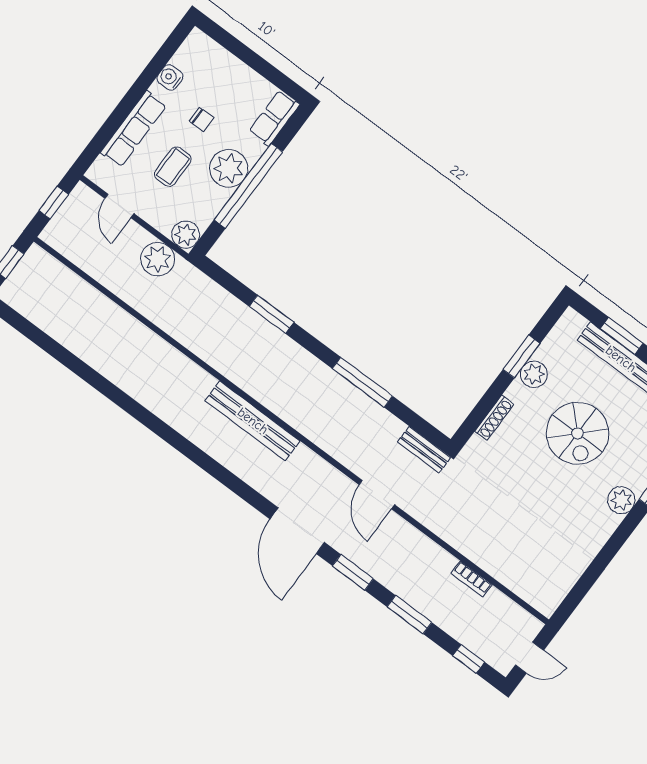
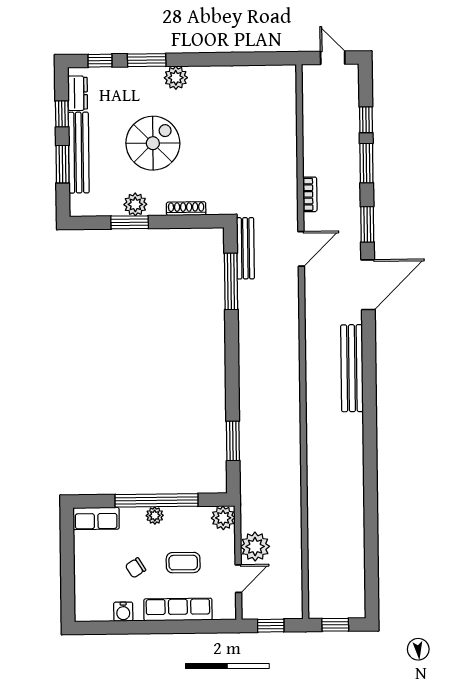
chair: (201, 119) -> (136, 568), turned -122
plant: (229, 168) -> (155, 516), width x0.53, depth x0.53
plant: (158, 259) -> (255, 547), moved
window: (272, 314) -> (233, 441), moved
window: (362, 382) -> (231, 281), moved
bench: (253, 421) -> (352, 368), moved
bench: (424, 450) -> (245, 248), width x1.36
bookcase: (471, 579) -> (310, 194), moved
window: (469, 659) -> (366, 120), moved

